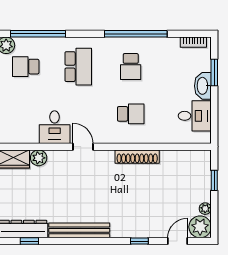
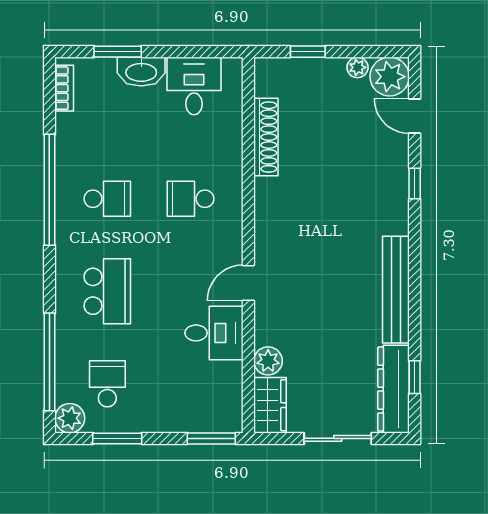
school desk: (26, 67) -> (107, 384), turned 180
school desk: (78, 67) -> (107, 291), turned 90
school desk: (131, 114) -> (191, 199), turned -90
shoe rack: (137, 157) -> (266, 137), moved

